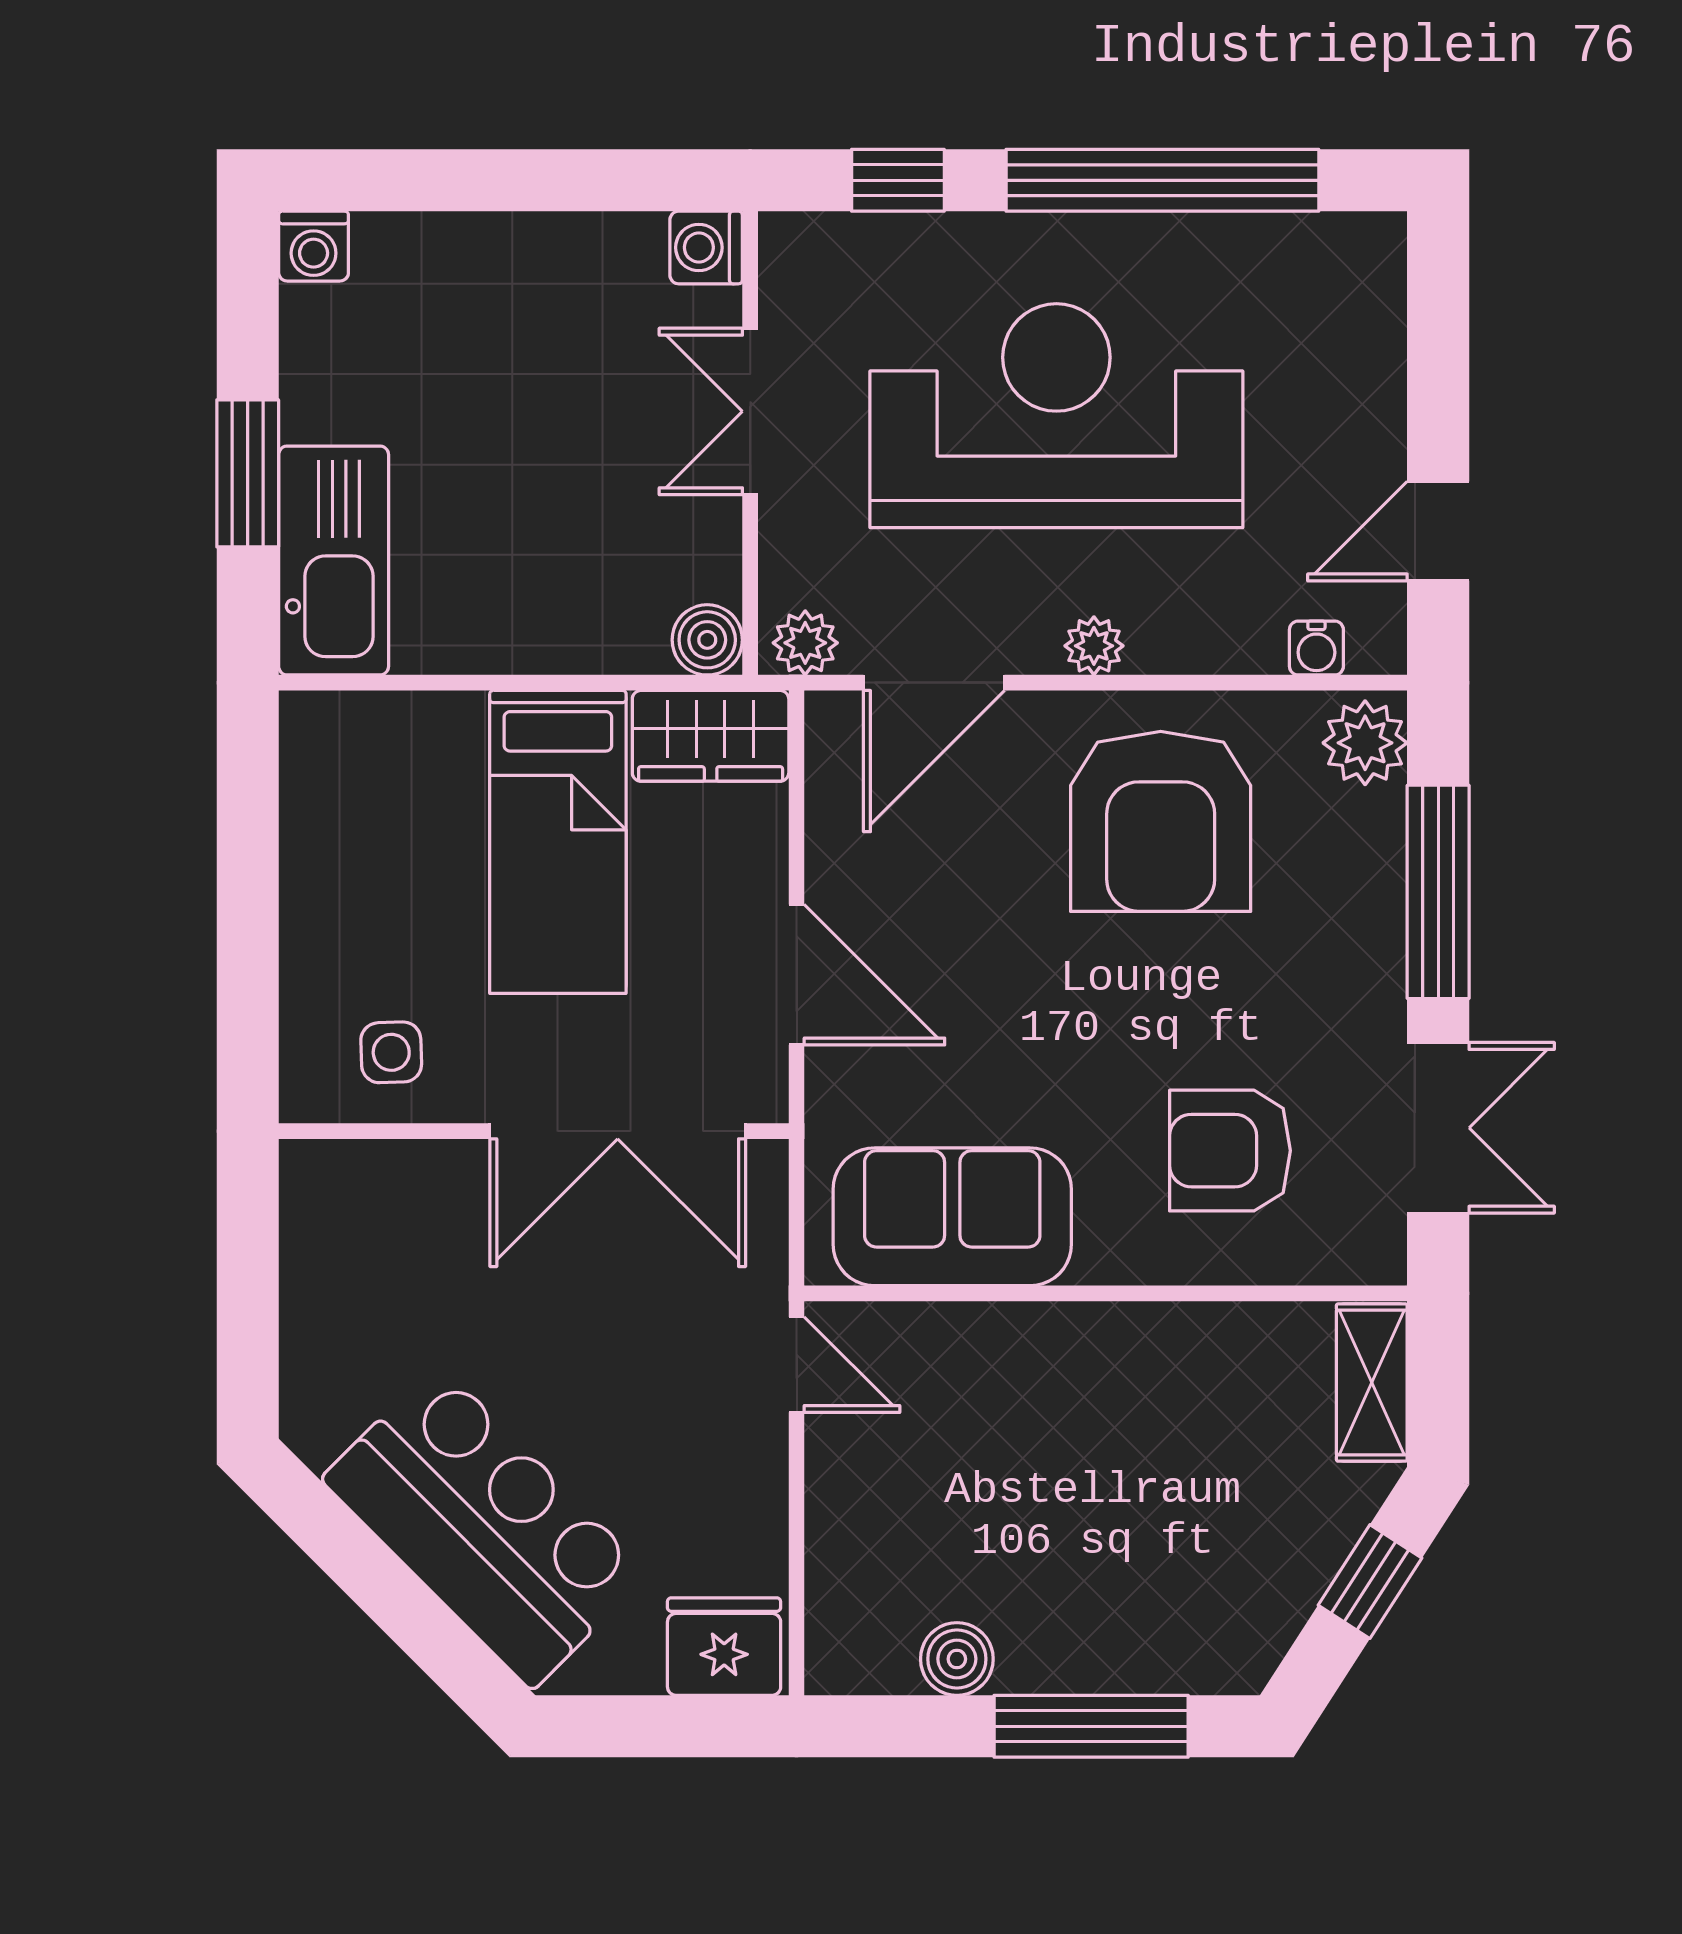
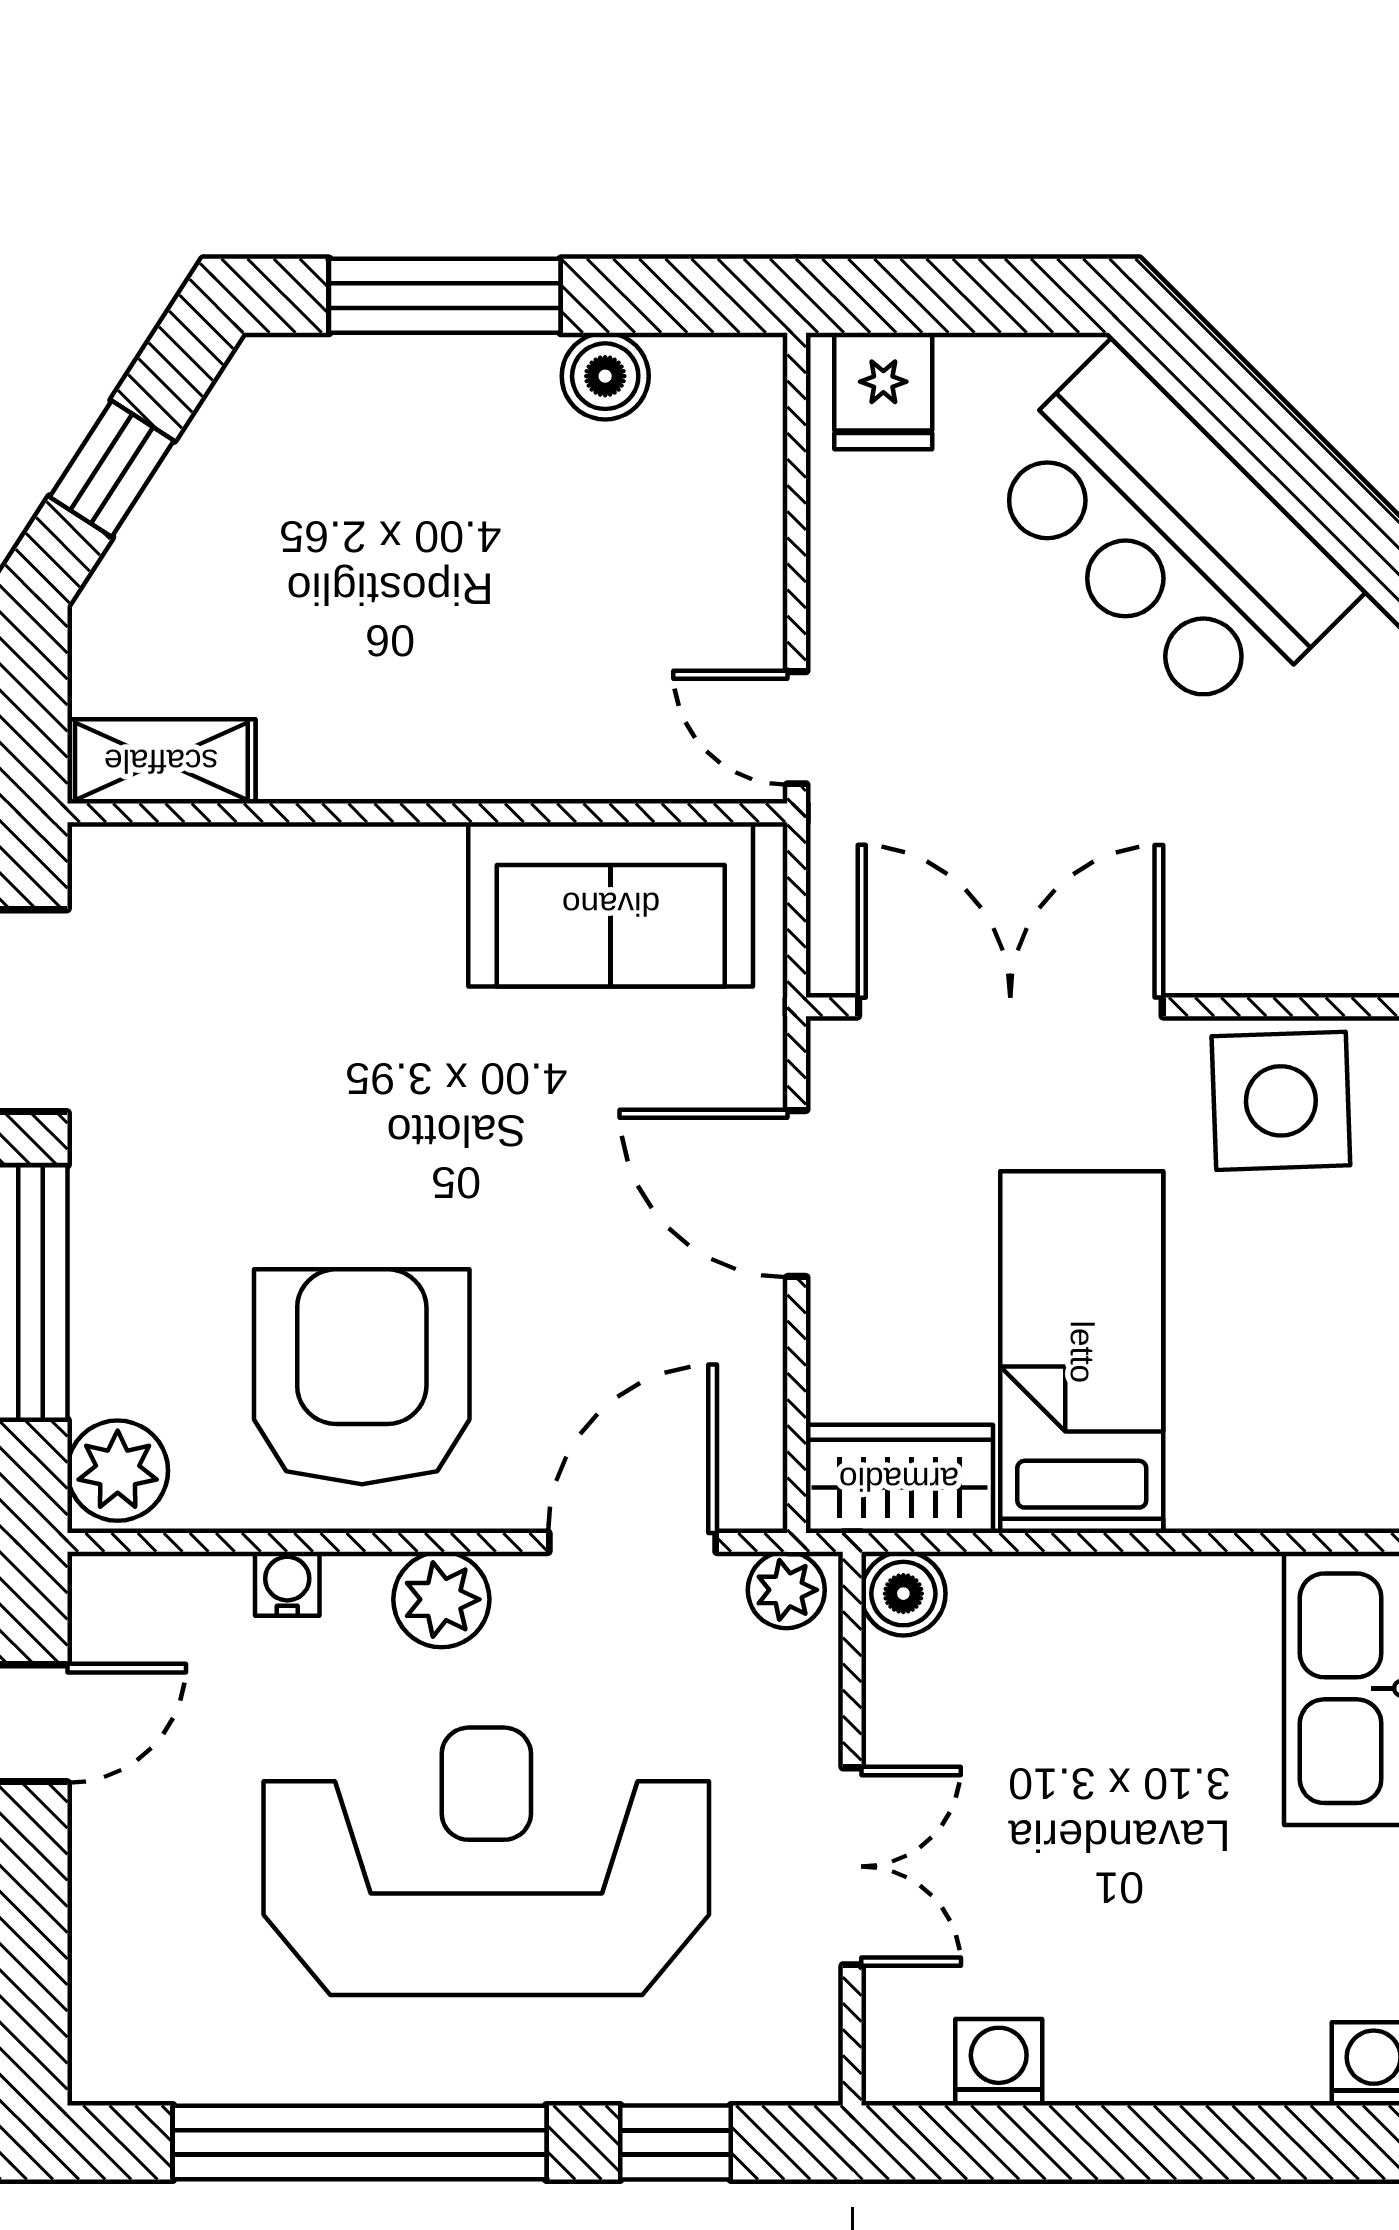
washing machine: (706, 247) -> (999, 2062), moved, turned -90
reception desk: (1056, 416) -> (486, 1861), turned 180
plant: (1094, 646) -> (441, 1599), width x1.38, depth x1.38
water cooler: (1316, 648) -> (287, 1584), moved
side table: (391, 1052) -> (1281, 1101), width x1.87, depth x1.87
armchair: (1230, 1151) -> (279, 983), removed
shelving: (1372, 1383) -> (161, 761), moved, turned 90
fridge: (724, 1647) -> (883, 391), width x0.72

